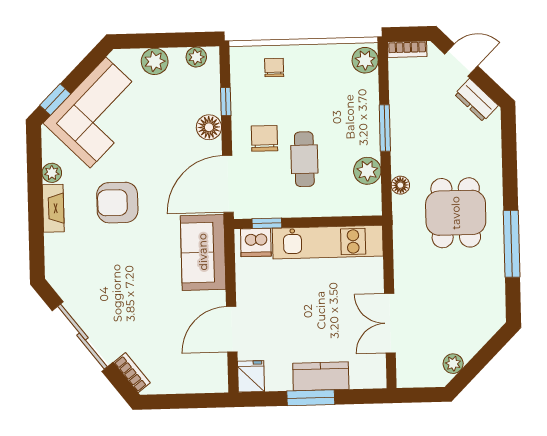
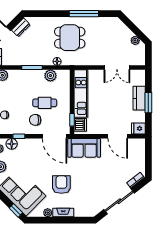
floor lamp: (209, 127) -> (12, 144), moved
armchair: (117, 203) -> (61, 185), turned 180

